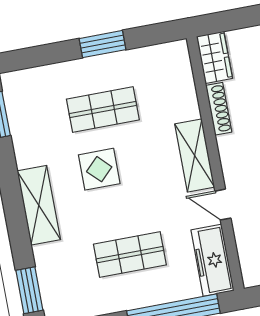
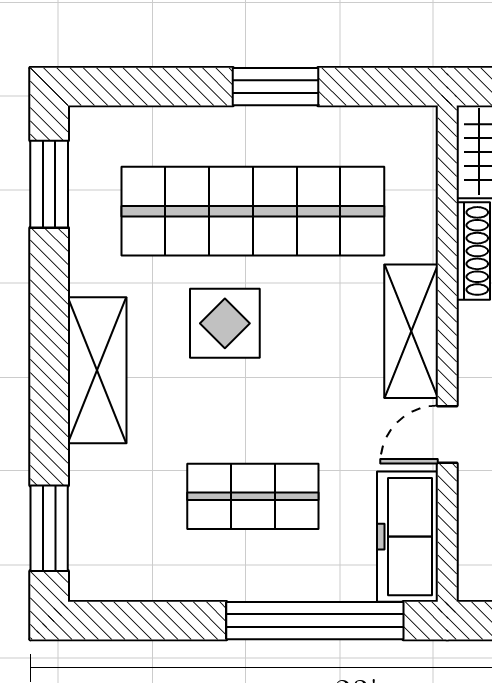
shop shelf: (103, 109) -> (253, 211), width x2.00, depth x1.36
door: (223, 205) -> (447, 435), hinge flipped

